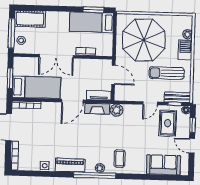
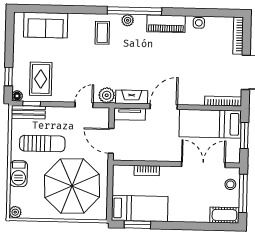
cot: (30, 19) -> (224, 215), width x0.73, depth x0.75
plant: (188, 34) -> (15, 212), moved
double door: (56, 56) -> (203, 165), moved
door: (150, 103) -> (84, 105), moved
door: (192, 146) -> (9, 50), removed

